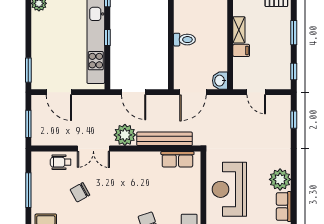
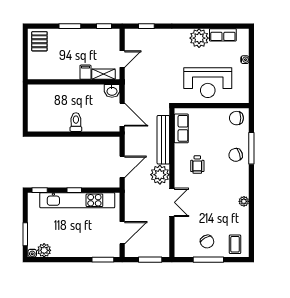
shelving: (239, 30) -> (104, 74), moved
wheelchair: (61, 162) -> (197, 165), moved
chair: (80, 192) -> (207, 242), moved

